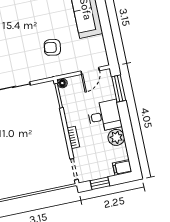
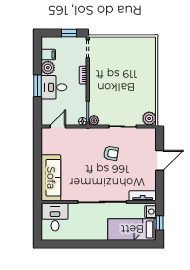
armchair: (52, 47) -> (111, 153), moved
plant: (49, 87) -> (94, 120), added
window: (119, 88) -> (37, 86), moved
filing cabinet: (122, 168) -> (48, 55), moved

